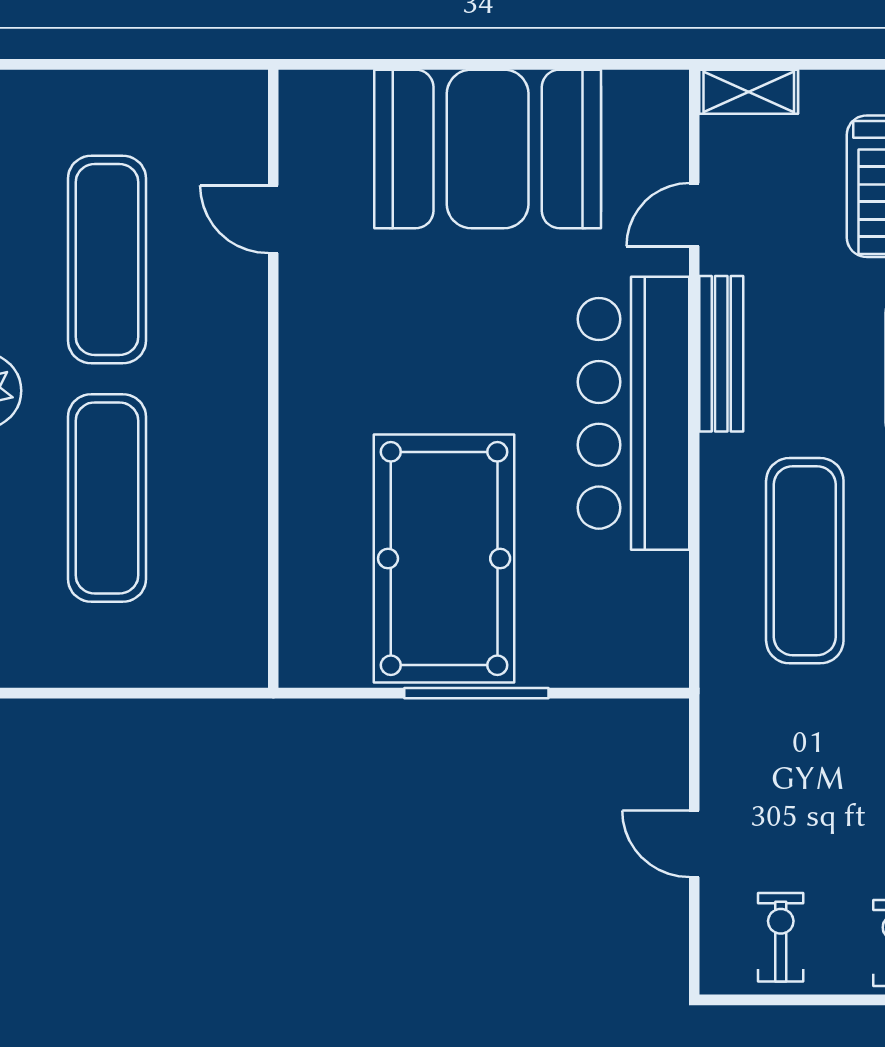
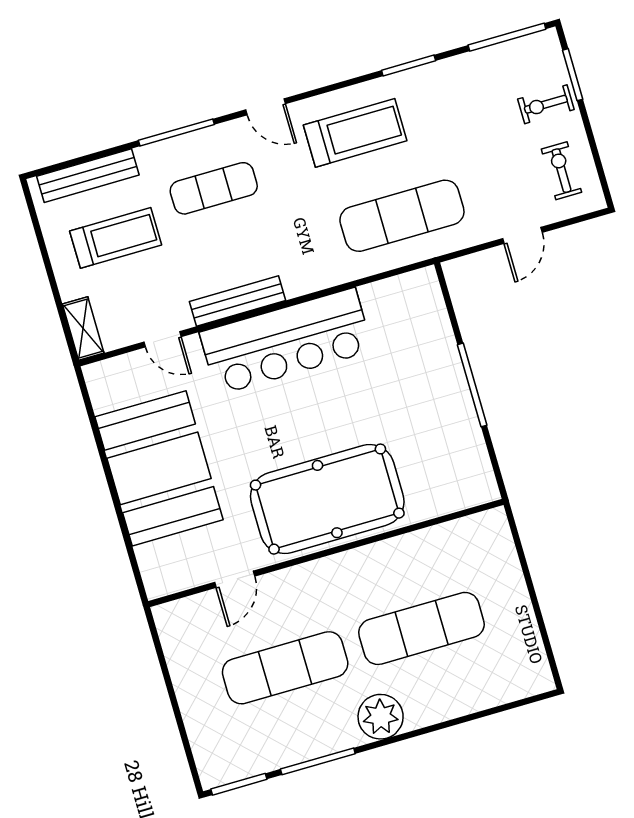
pool table: (444, 559) -> (327, 499), moved
exercise mat: (805, 561) -> (402, 216), moved
exercise bike: (781, 937) -> (561, 171), turned 90

